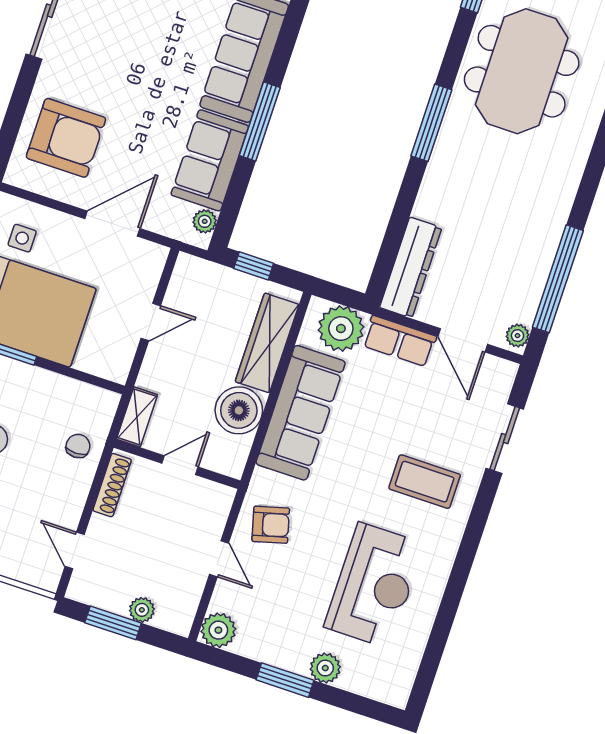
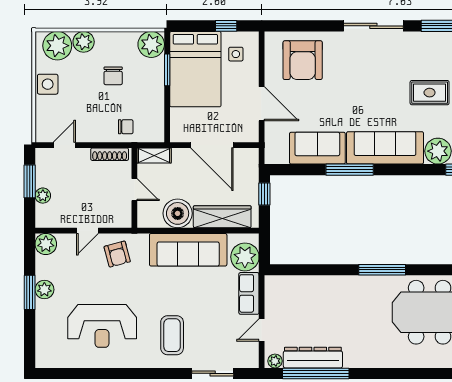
plant: (205, 221) -> (281, 157), removed
dresser: (411, 268) -> (313, 358), moved, turned 180
door: (151, 322) -> (212, 145), width x1.87
door: (463, 340) -> (262, 330), width x0.73
plant: (325, 668) -> (44, 290), moved

